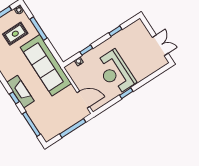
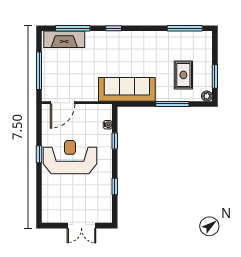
double door: (160, 45) -> (81, 226), moved
sofa: (46, 65) -> (127, 89), width x0.74, depth x0.79
fireplace: (20, 92) -> (64, 39), moved

